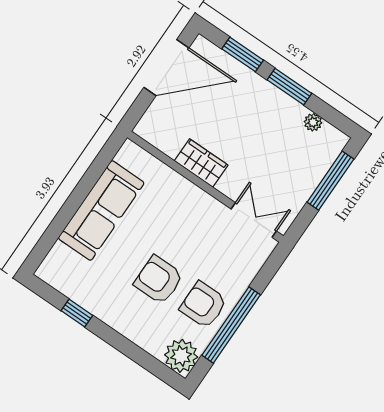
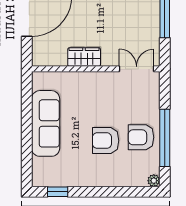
window: (77, 313) -> (58, 192), moved
plant: (181, 356) -> (154, 181), width x0.53, depth x0.53

